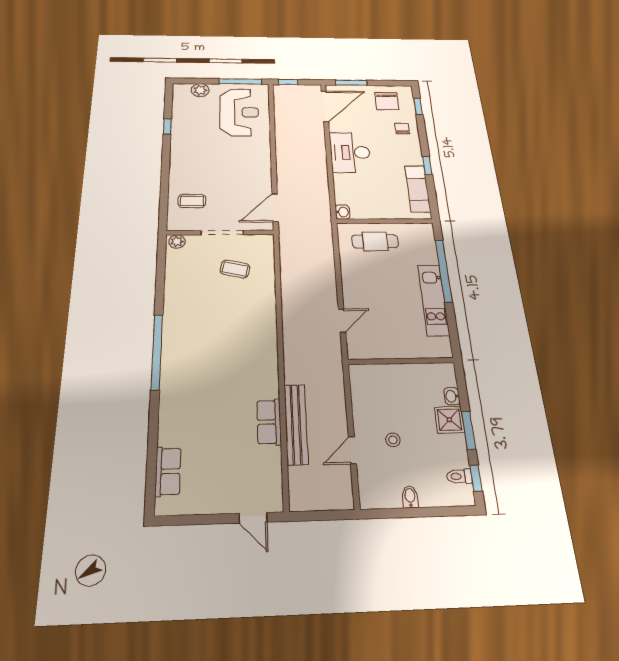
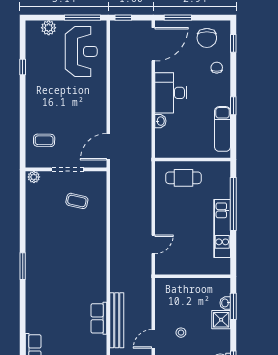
washbasin: (342, 212) -> (160, 121), moved
window: (157, 352) -> (23, 266), width x0.47
window: (469, 430) -> (233, 306), moved

